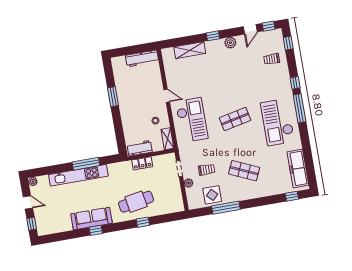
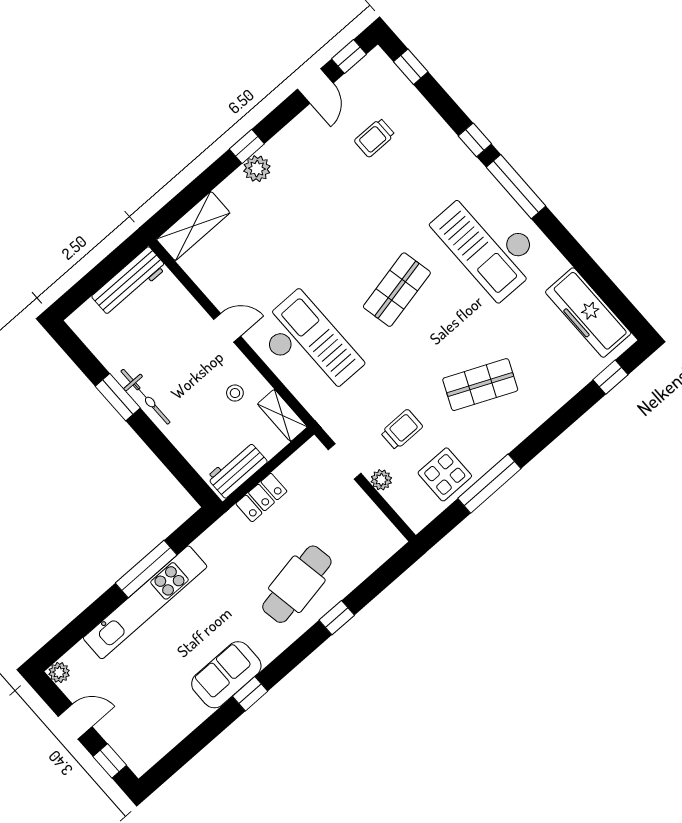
plant: (230, 43) -> (257, 169), moved
shelving: (190, 50) -> (193, 226), moved
trolley: (272, 59) -> (375, 138), moved
bicycle: (123, 103) -> (145, 397), added
sofa: (91, 219) -> (226, 675), width x0.73

